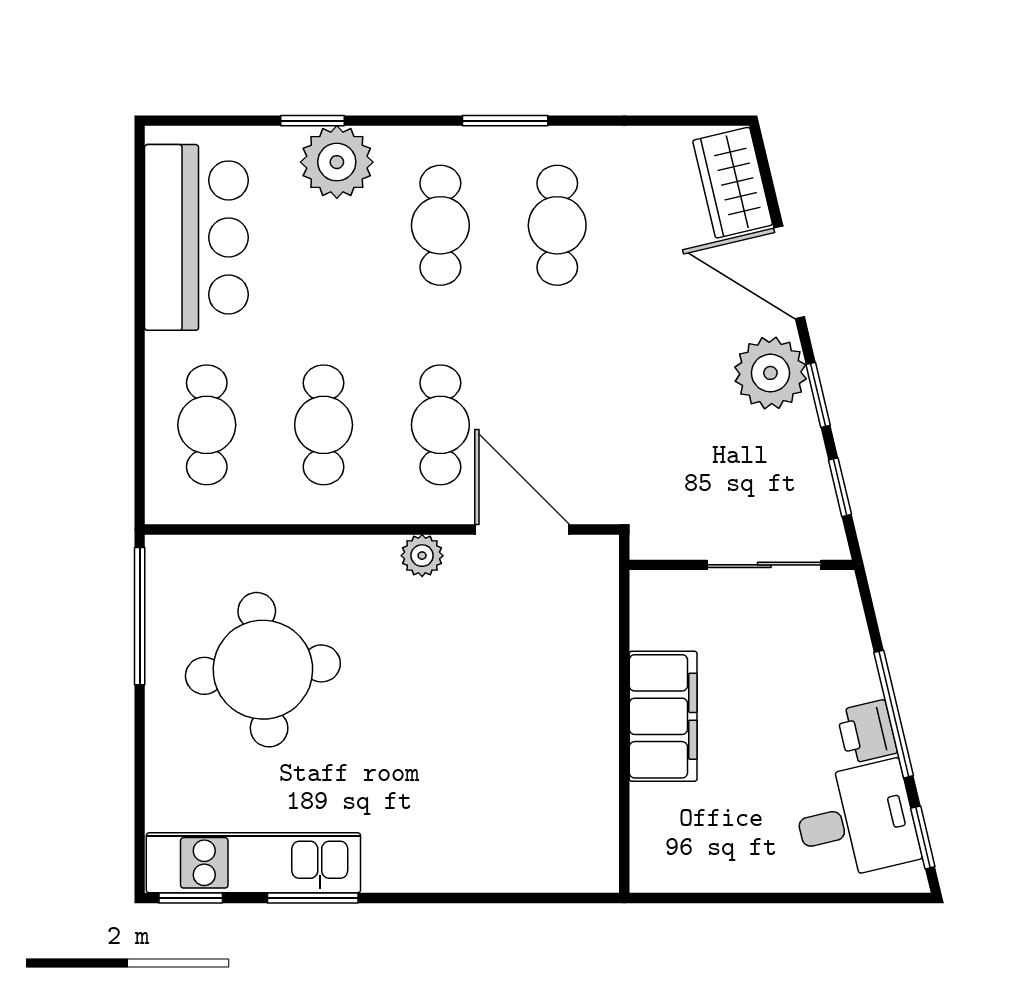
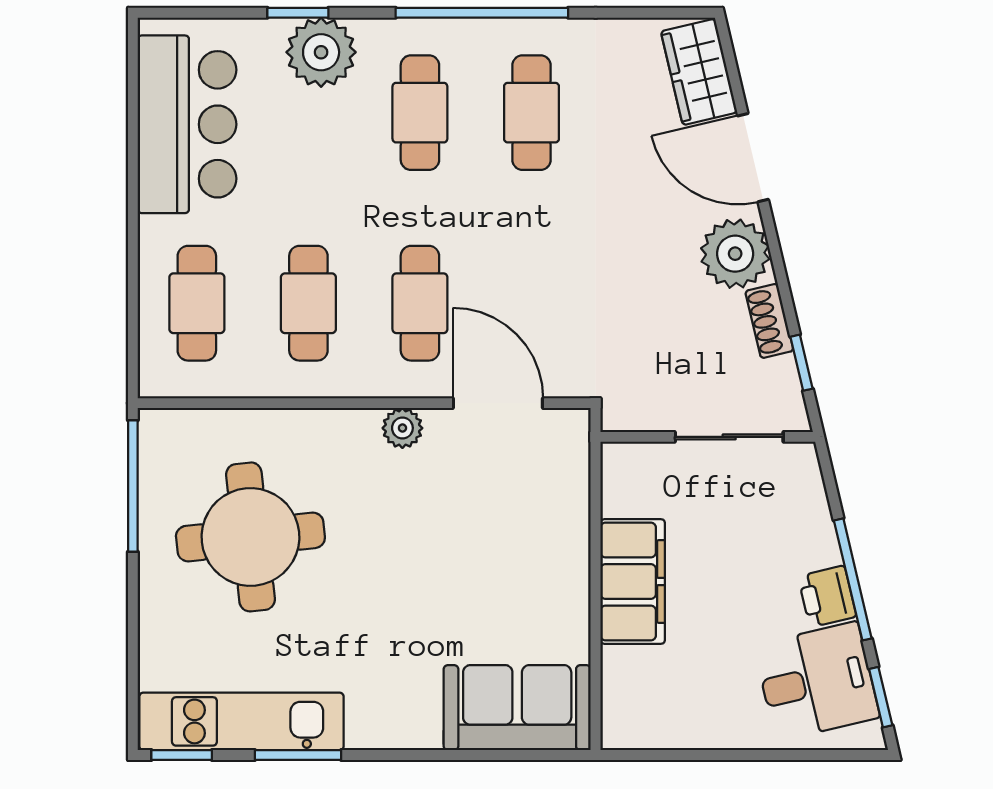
window: (505, 121) -> (482, 13), width x2.11
window: (818, 395) -> (781, 275), removed
shoe rack: (806, 443) -> (769, 321), added
sofa: (542, 848) -> (517, 708), added

